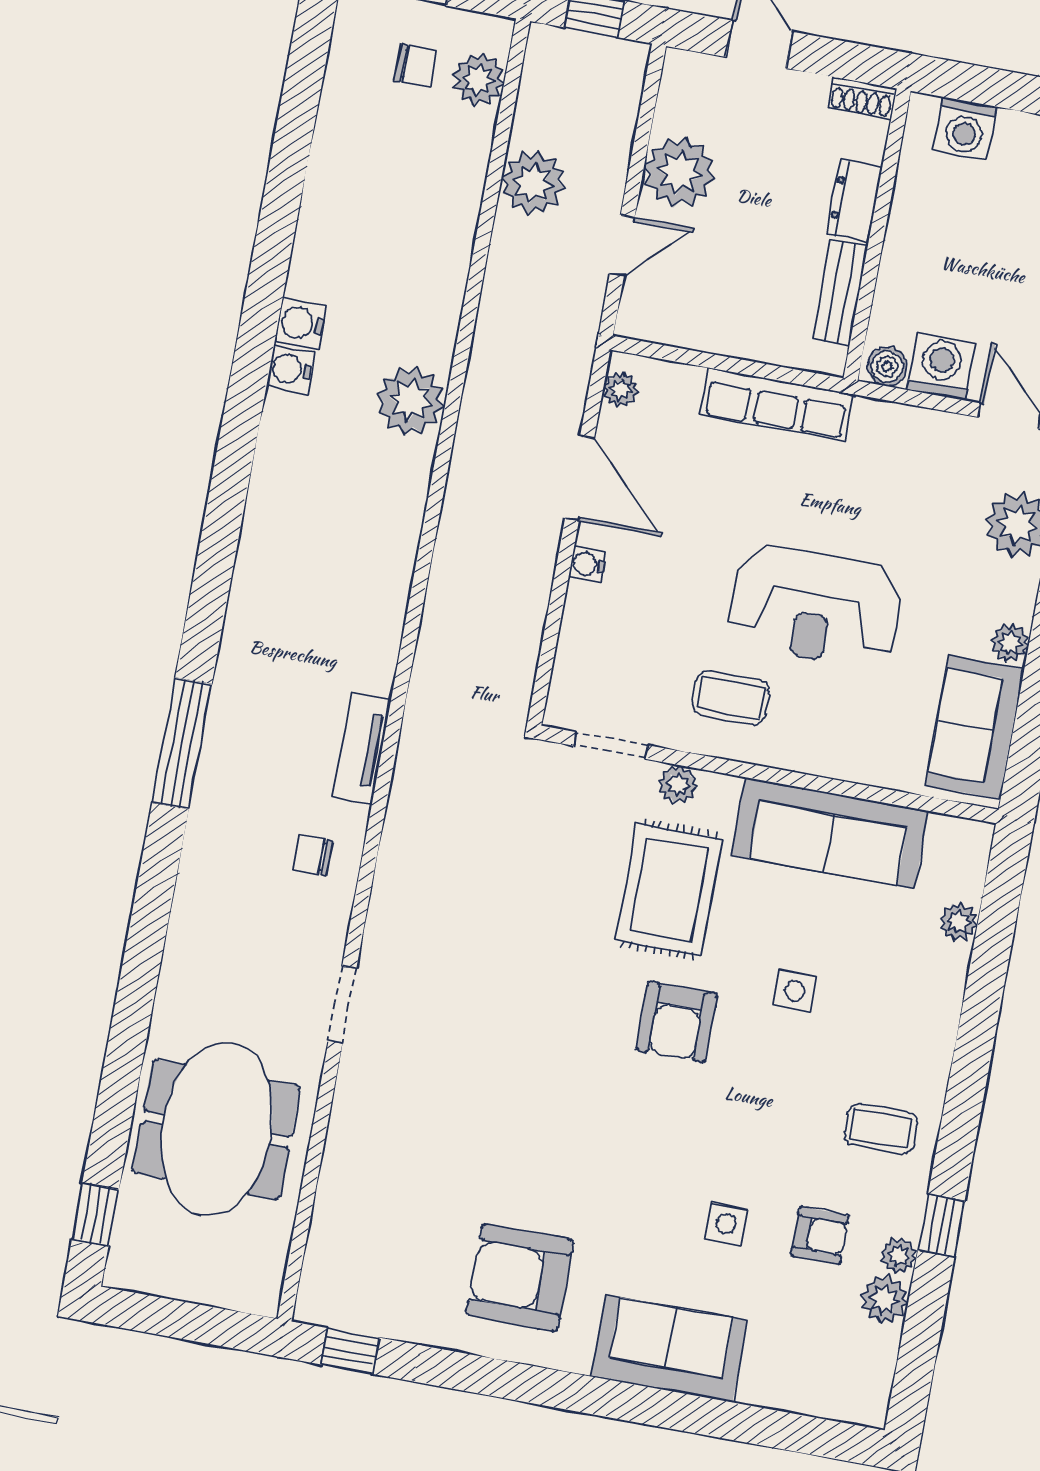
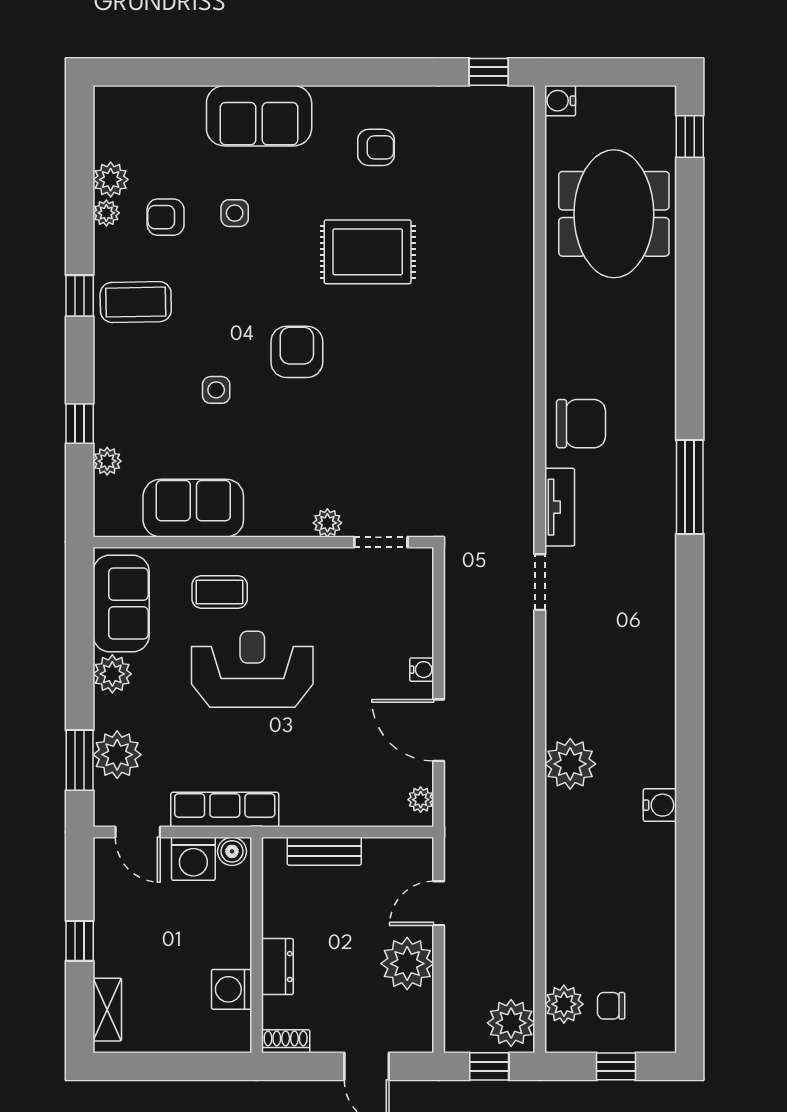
washing machine: (965, 129) -> (232, 989), moved, turned -90
plant: (533, 183) -> (511, 1023), moved
bench: (840, 292) -> (324, 851), moved, turned 90
water cooler: (291, 369) -> (560, 101), moved, turned 180
row of seats: (777, 404) -> (225, 810), moved
plant: (1010, 643) -> (112, 674), width x1.38, depth x1.38
coffee table: (731, 698) -> (220, 592), moved
sofa: (830, 833) -> (193, 508), width x0.73
chair: (312, 855) -> (581, 424), width x1.87, depth x1.87
rug: (669, 890) -> (368, 252), moved, turned 90
window: (986, 979) -> (80, 424), added
doorway: (342, 1005) -> (540, 582), moved
coffee table: (881, 1129) -> (136, 302), width x1.36, depth x1.30
window: (941, 1225) -> (80, 296), moved
armchair: (520, 1277) -> (376, 147), width x0.53, depth x0.53

